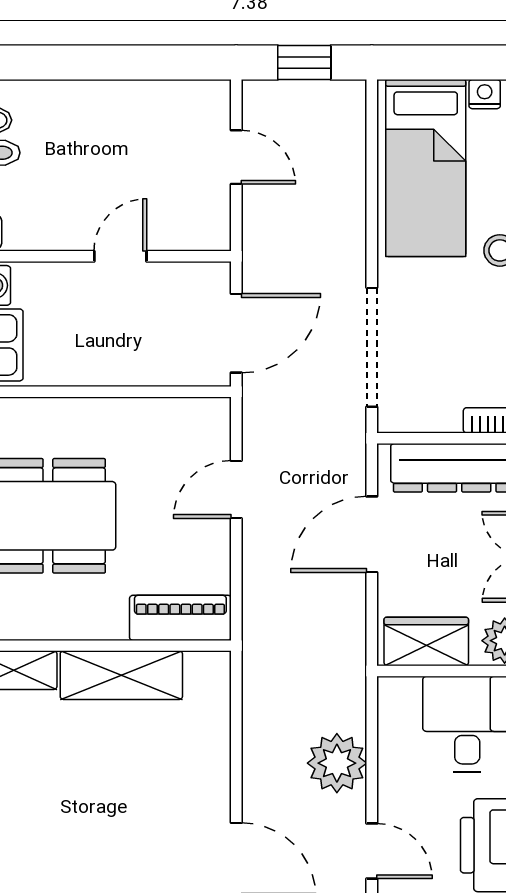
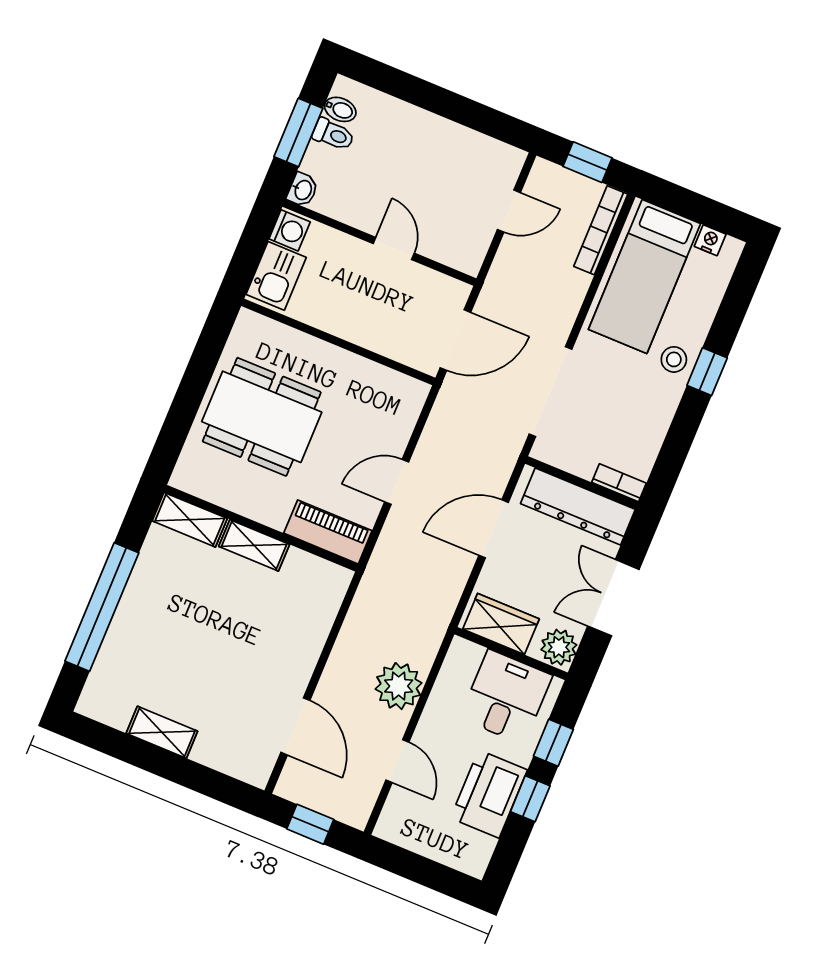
bookcase: (353, 135) -> (601, 230), added
door: (236, 157) -> (509, 211), hinge flipped
door: (120, 256) -> (394, 248), hinge flipped
door: (236, 489) -> (397, 482), moved
shelving: (121, 675) -> (254, 545), width x0.67, depth x0.75

